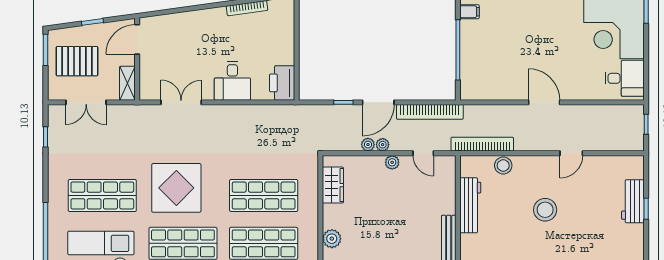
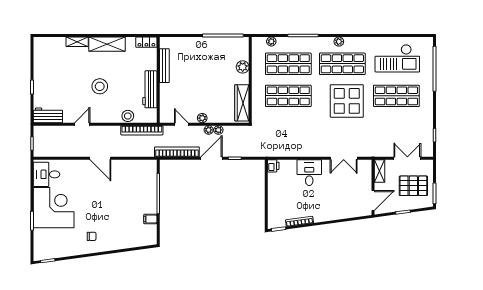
printer: (282, 83) -> (273, 166), width x0.53, depth x0.68
wardrobe: (333, 185) -> (242, 103), width x1.50
workbench: (633, 201) -> (48, 115), moved, turned -90

